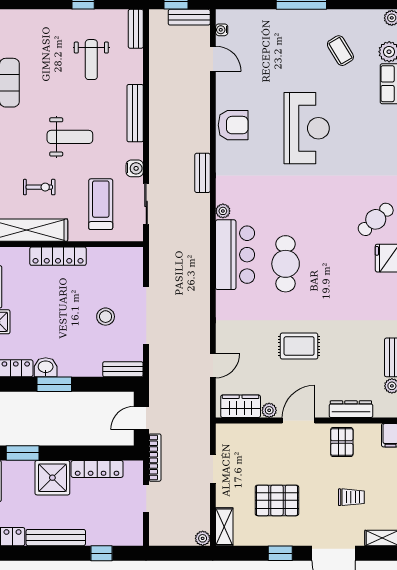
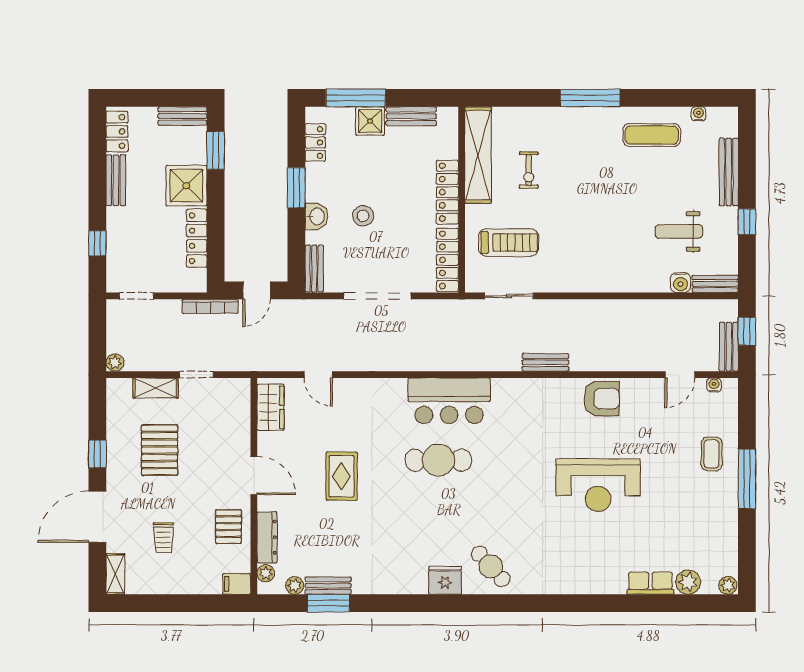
coffee table: (340, 51) -> (711, 454), moved, turned -59
bench: (135, 113) -> (729, 172), moved, turned 90
armchair: (233, 125) -> (602, 399), turned -90
weight bench: (70, 137) -> (588, 206), removed
water cooler: (135, 168) -> (680, 283), moved
plant: (223, 211) -> (501, 386), removed
locker: (115, 256) -> (447, 260), added
stool: (106, 317) -> (363, 216), moved
washbasin: (46, 367) -> (316, 216), moved
plant: (269, 410) -> (266, 573), moved
door: (141, 418) -> (257, 290), swing flipped
pallet: (342, 442) -> (228, 527), turned 90
doorway: (146, 499) -> (137, 296), moved
shelving: (224, 527) -> (156, 388), moved
bench: (56, 538) -> (116, 180), width x0.73

